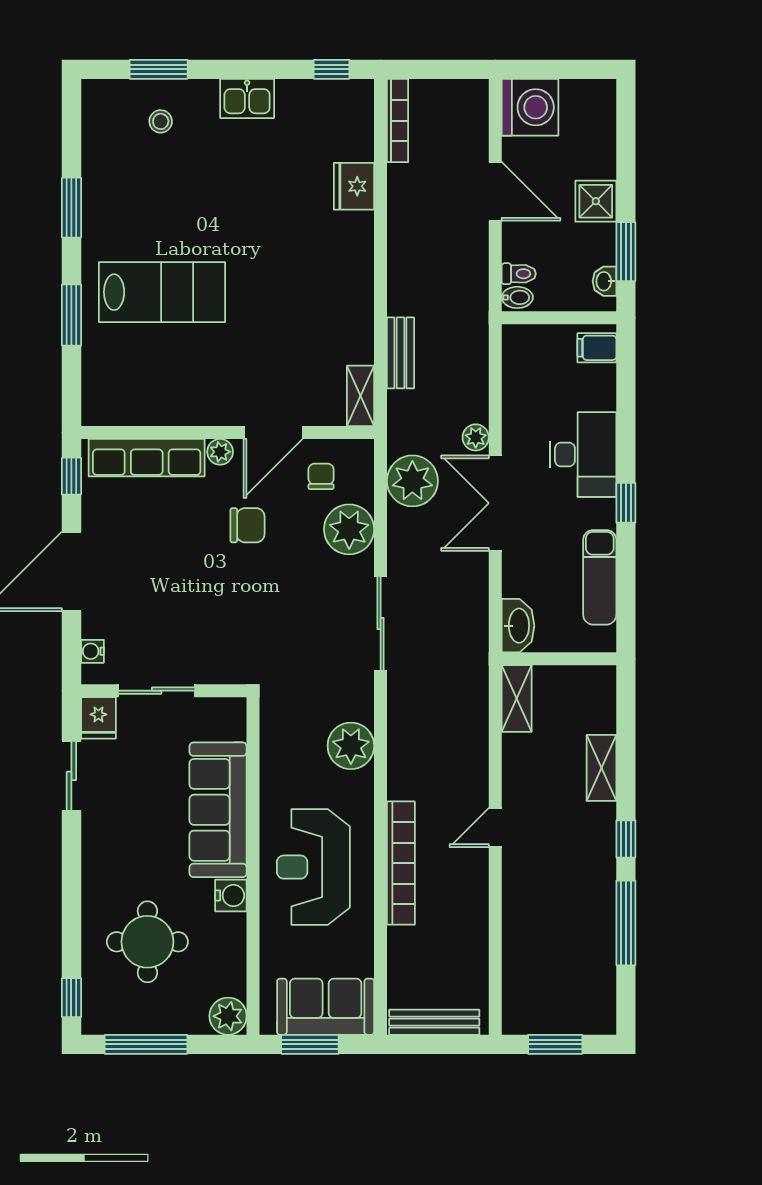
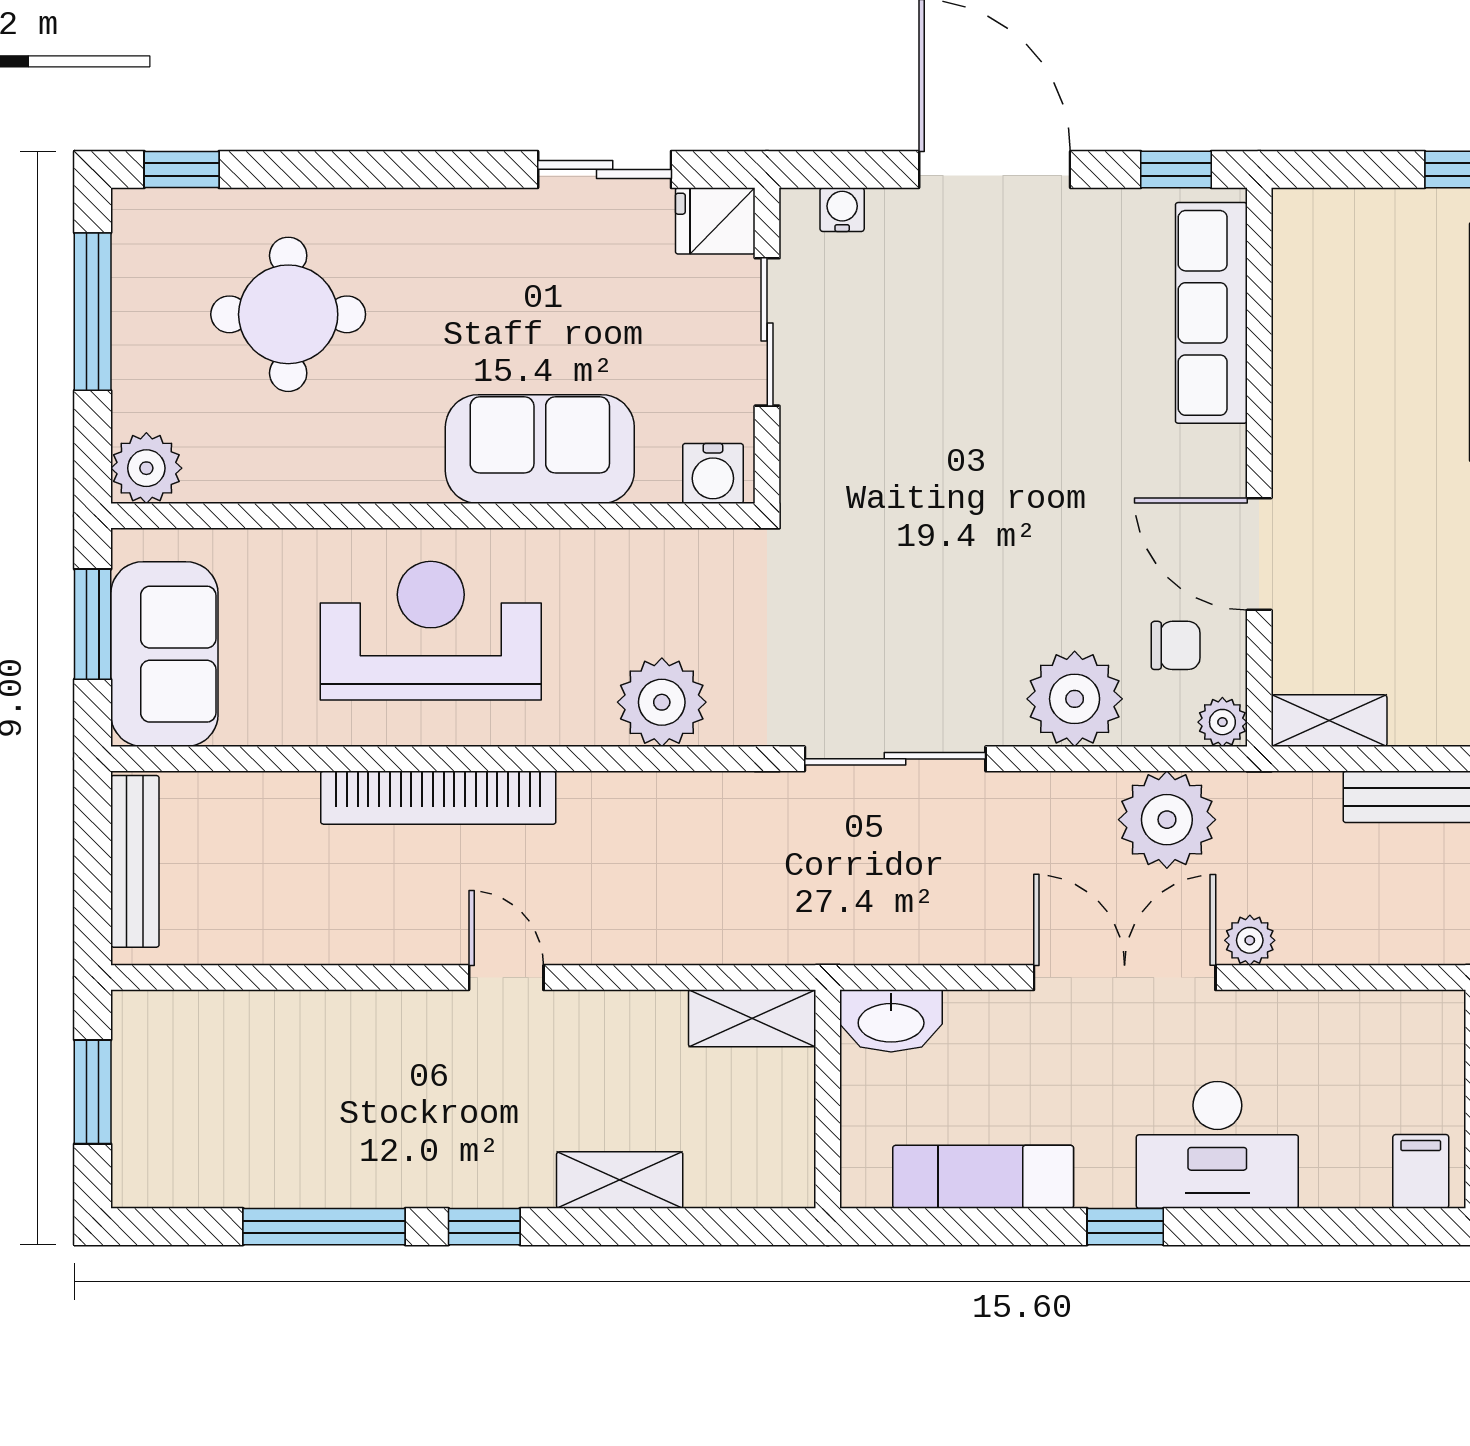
plant: (220, 452) -> (1222, 722), moved
chair: (247, 525) -> (1082, 505), removed
sofa: (218, 810) -> (540, 449), width x0.73
water cooler: (231, 895) -> (713, 474), moved

